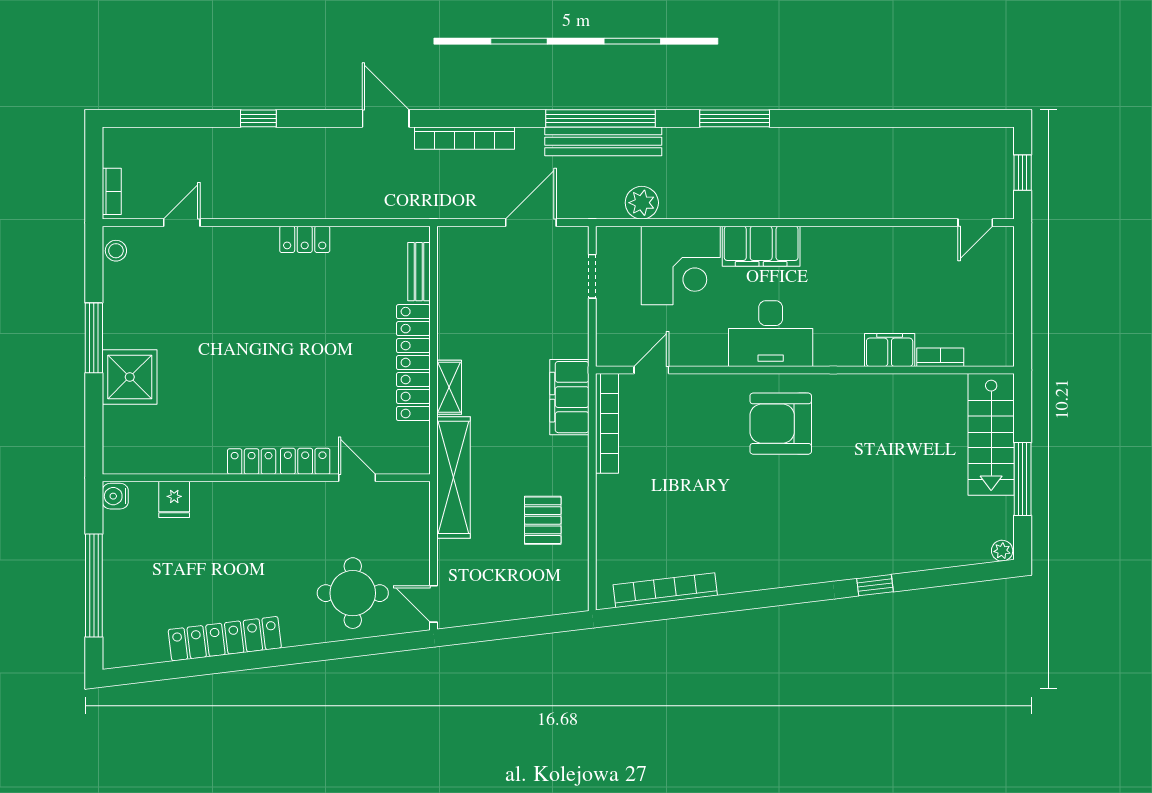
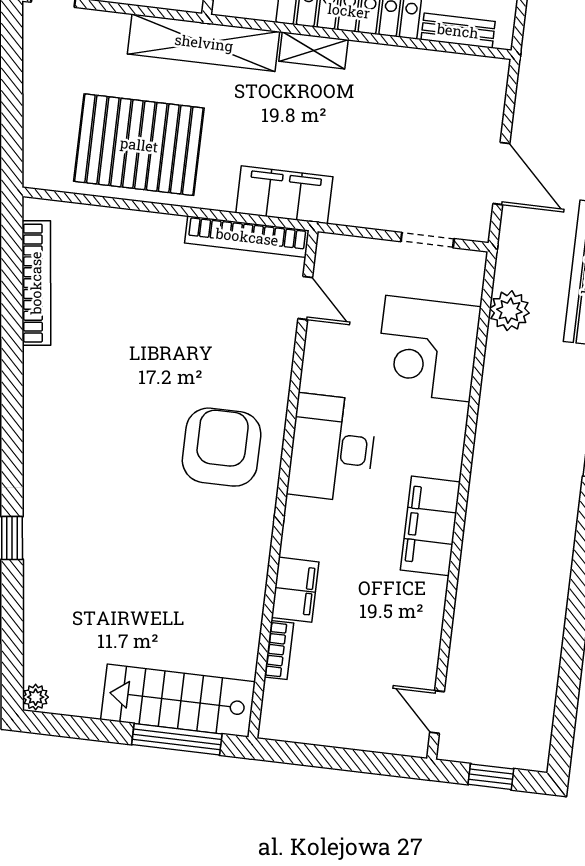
filing cabinet: (761, 246) -> (430, 526), moved
window: (1023, 479) -> (177, 739), moved
pallet: (543, 520) -> (139, 145), width x2.05, depth x2.00

